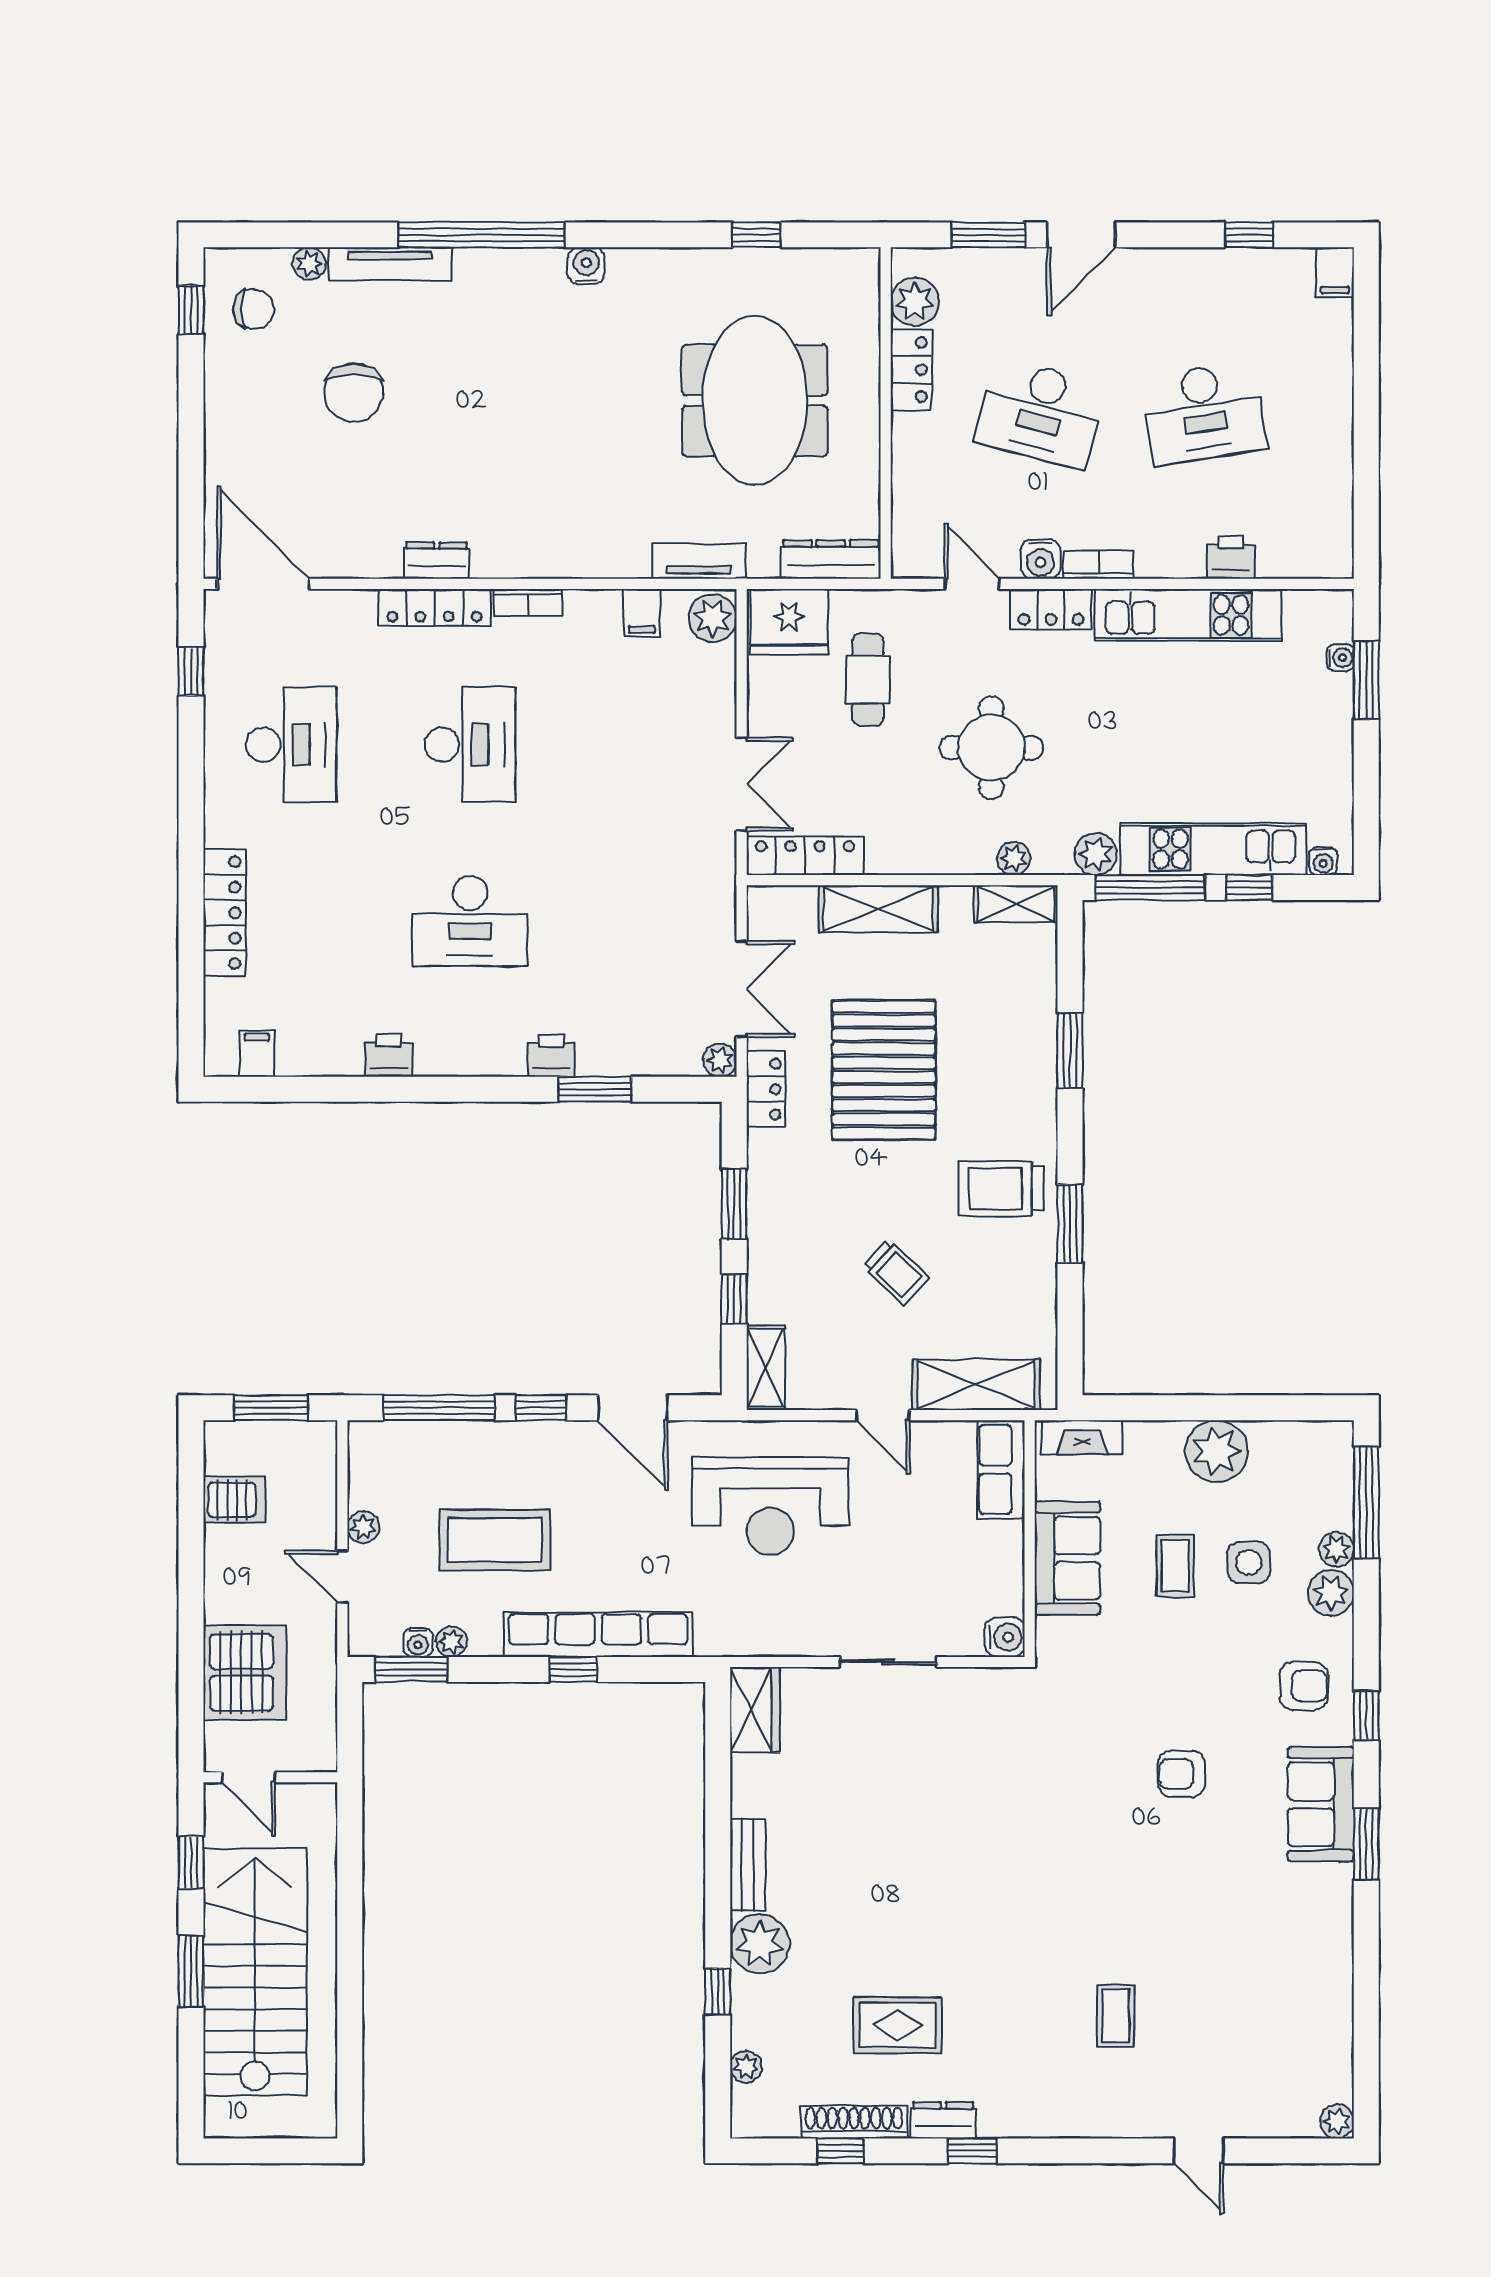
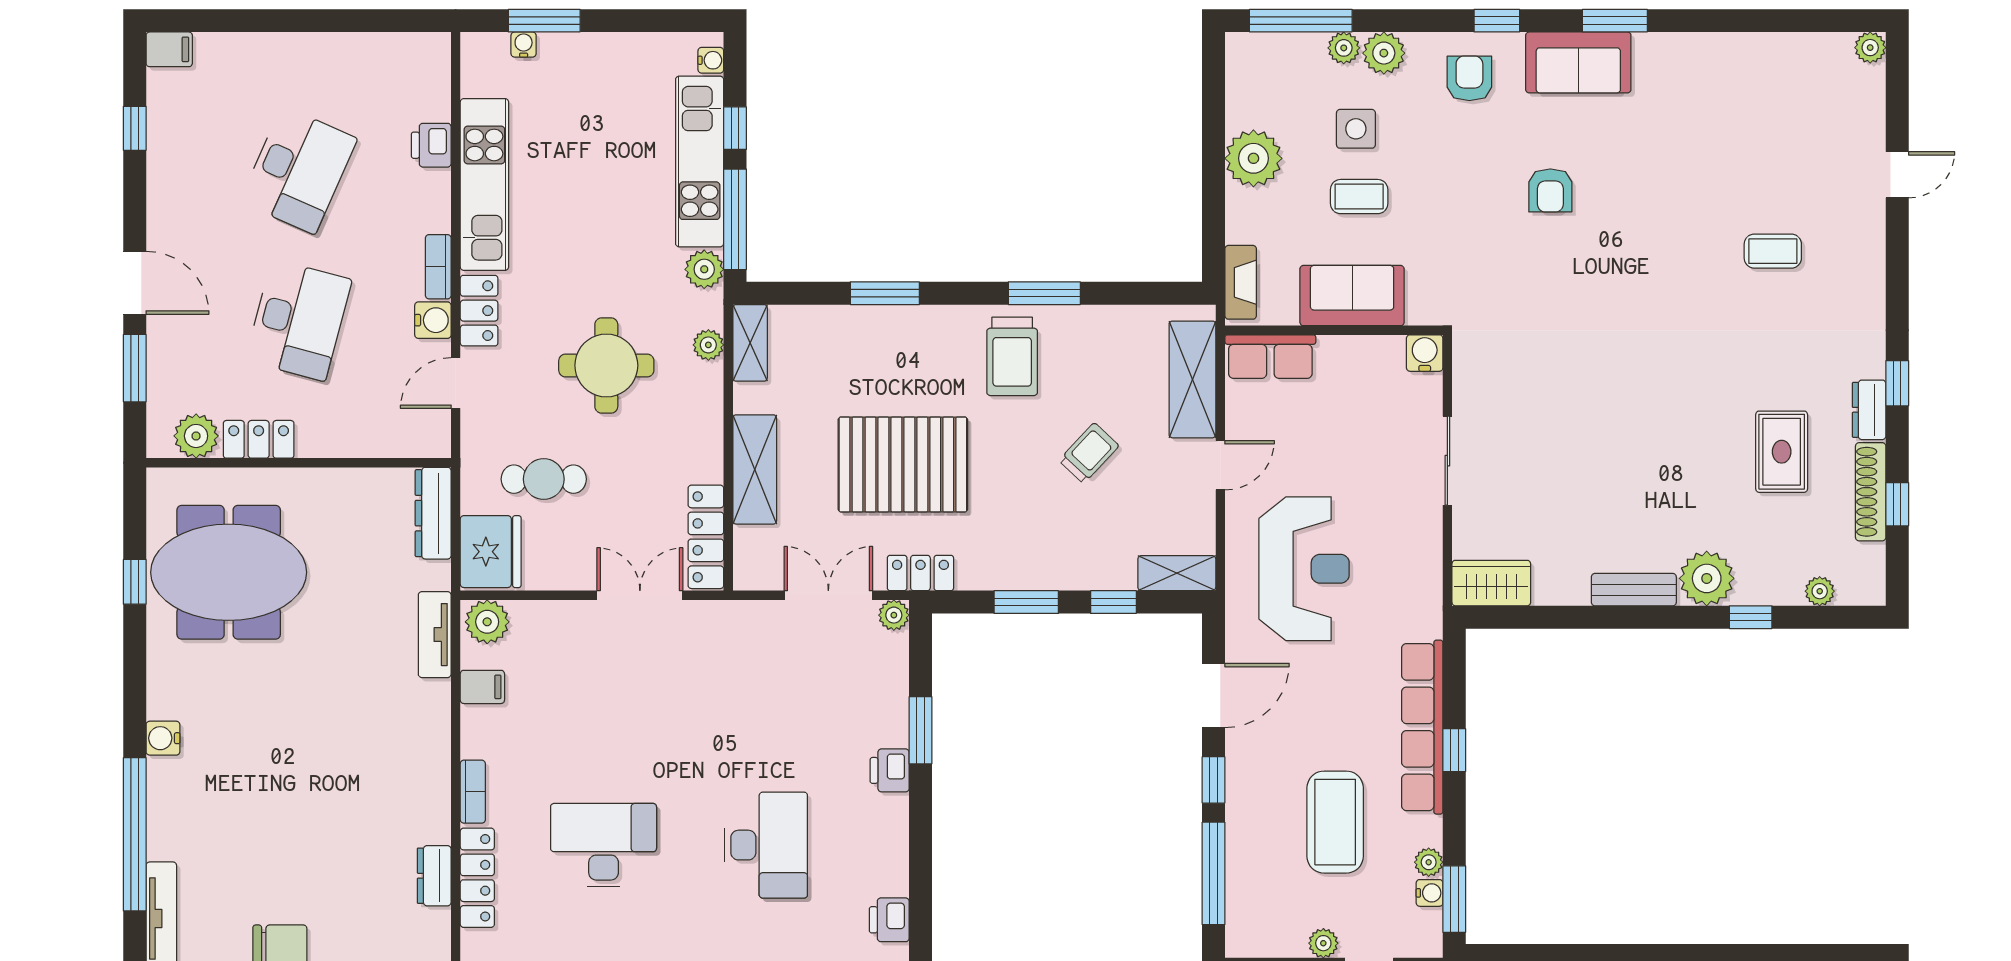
meeting table: (755, 400) -> (229, 572), moved
desk: (1204, 413) -> (299, 170), turned 33

